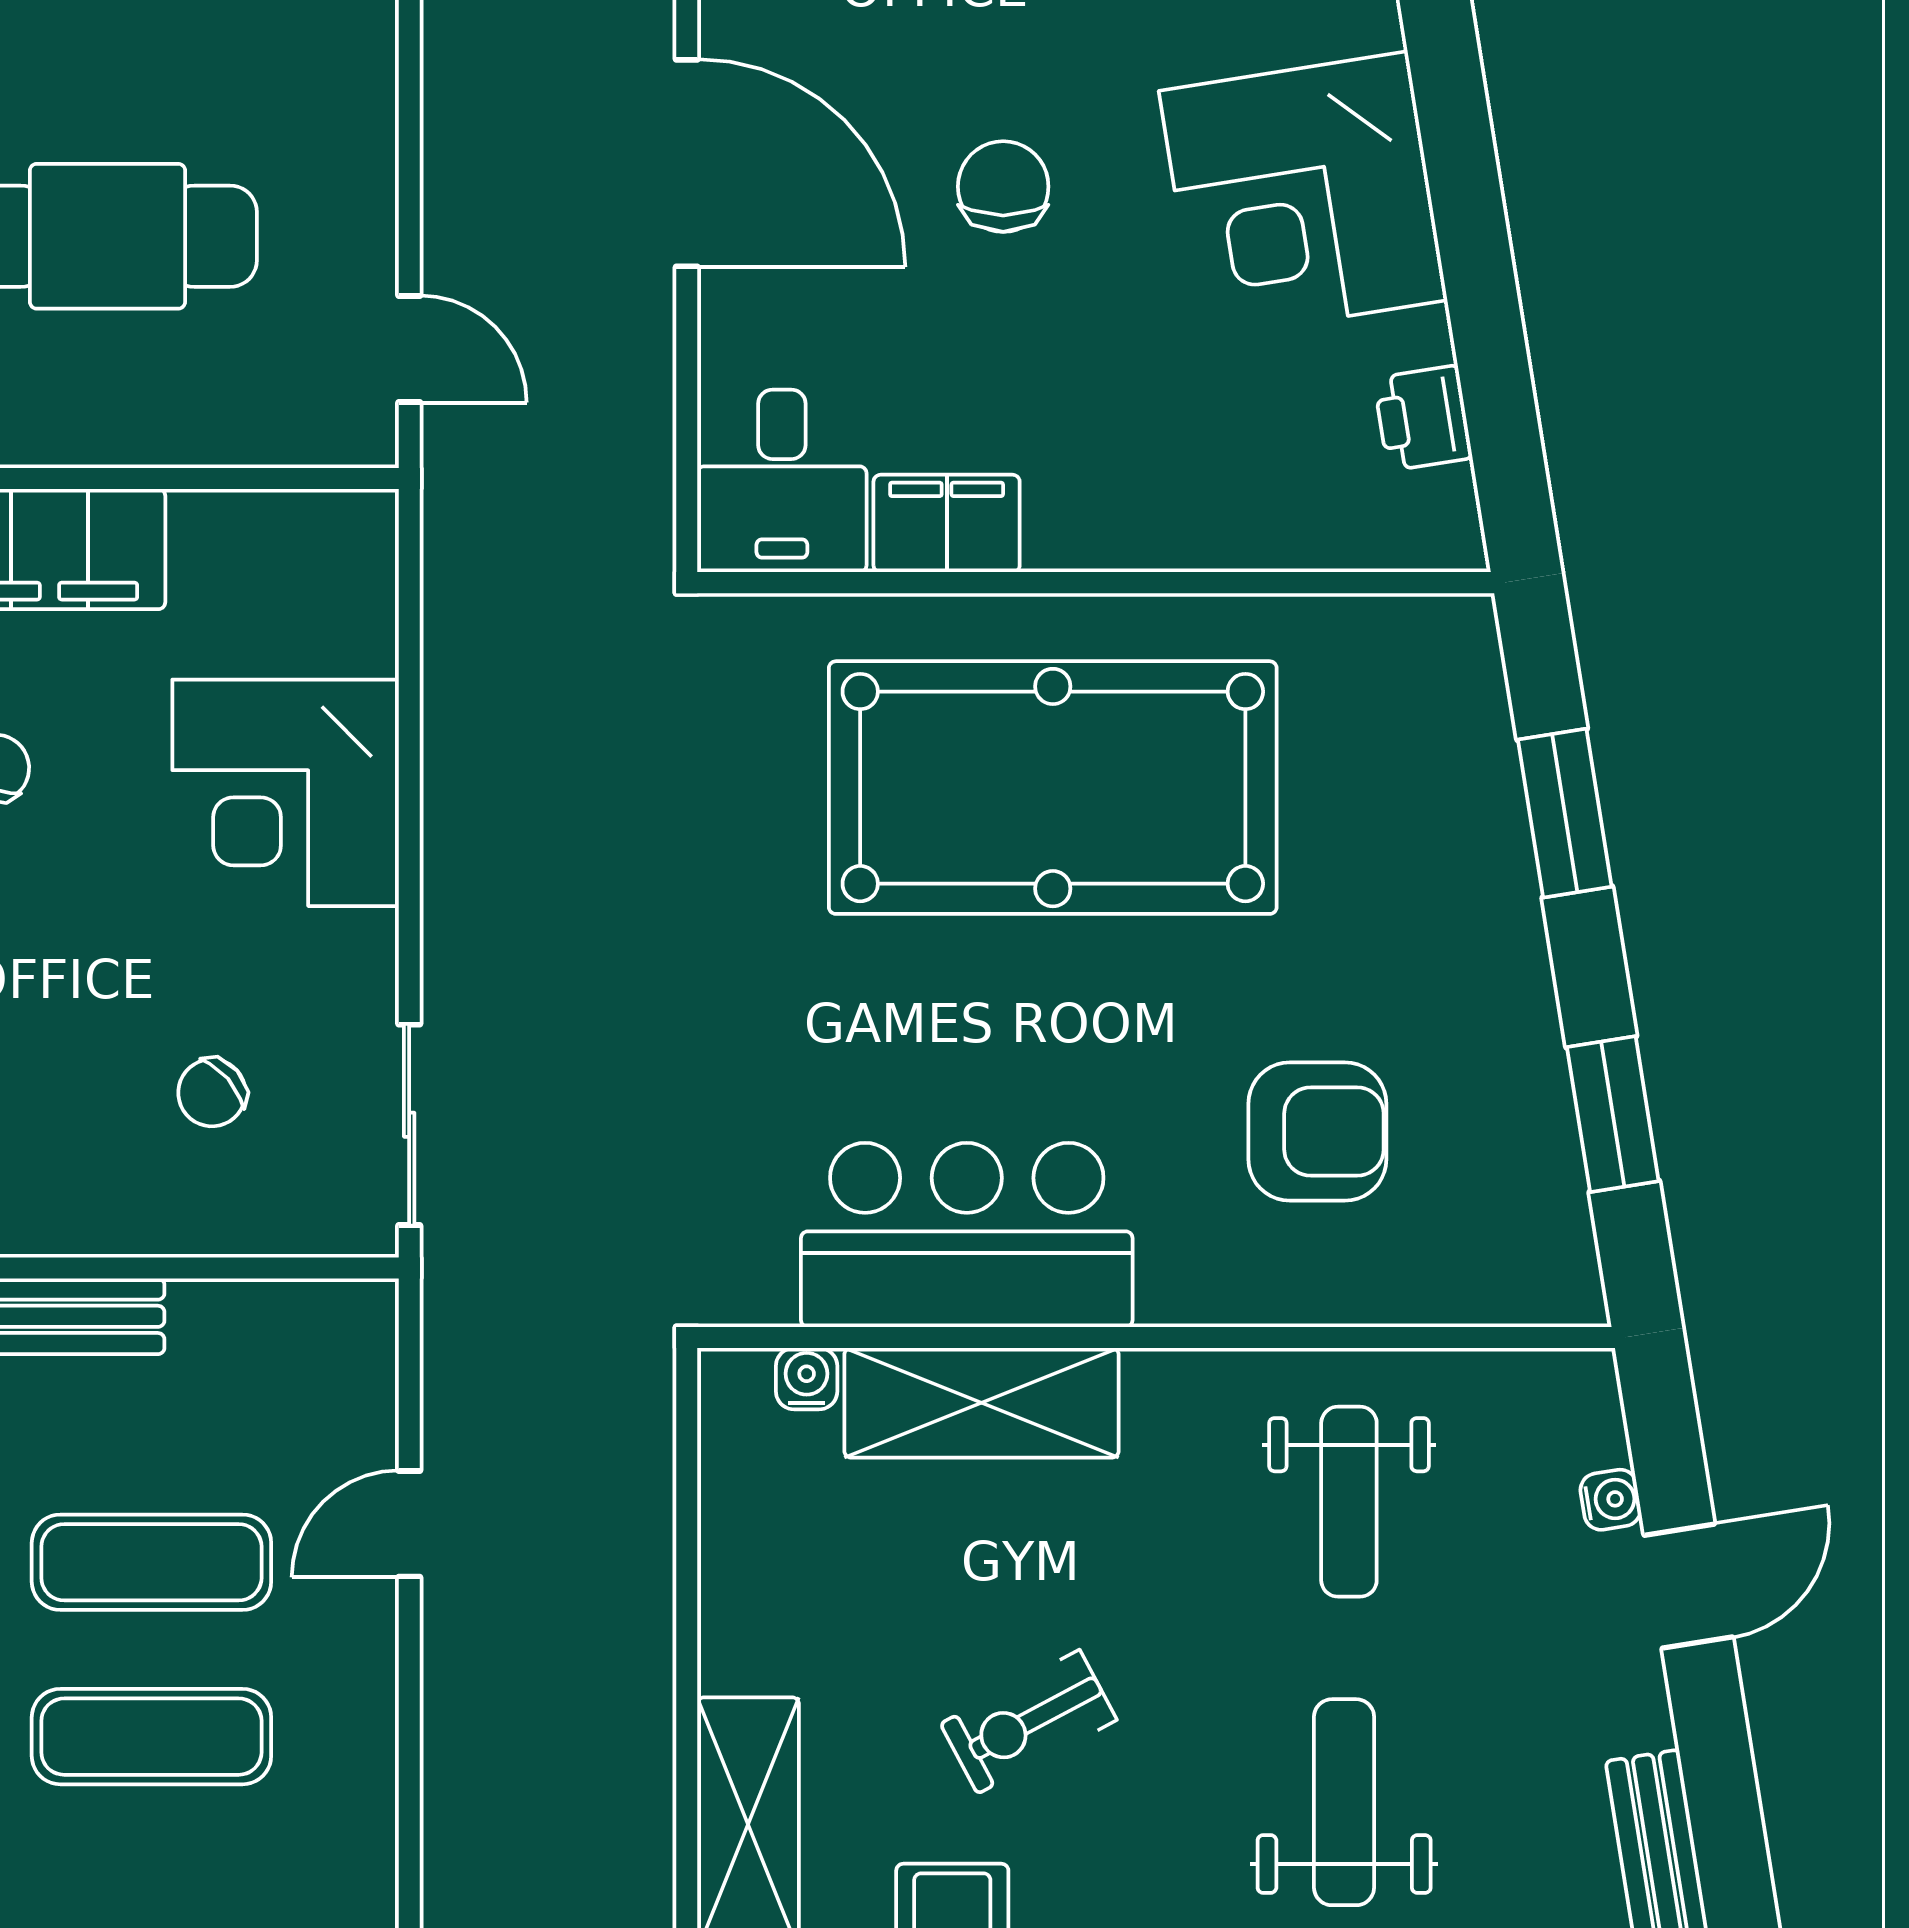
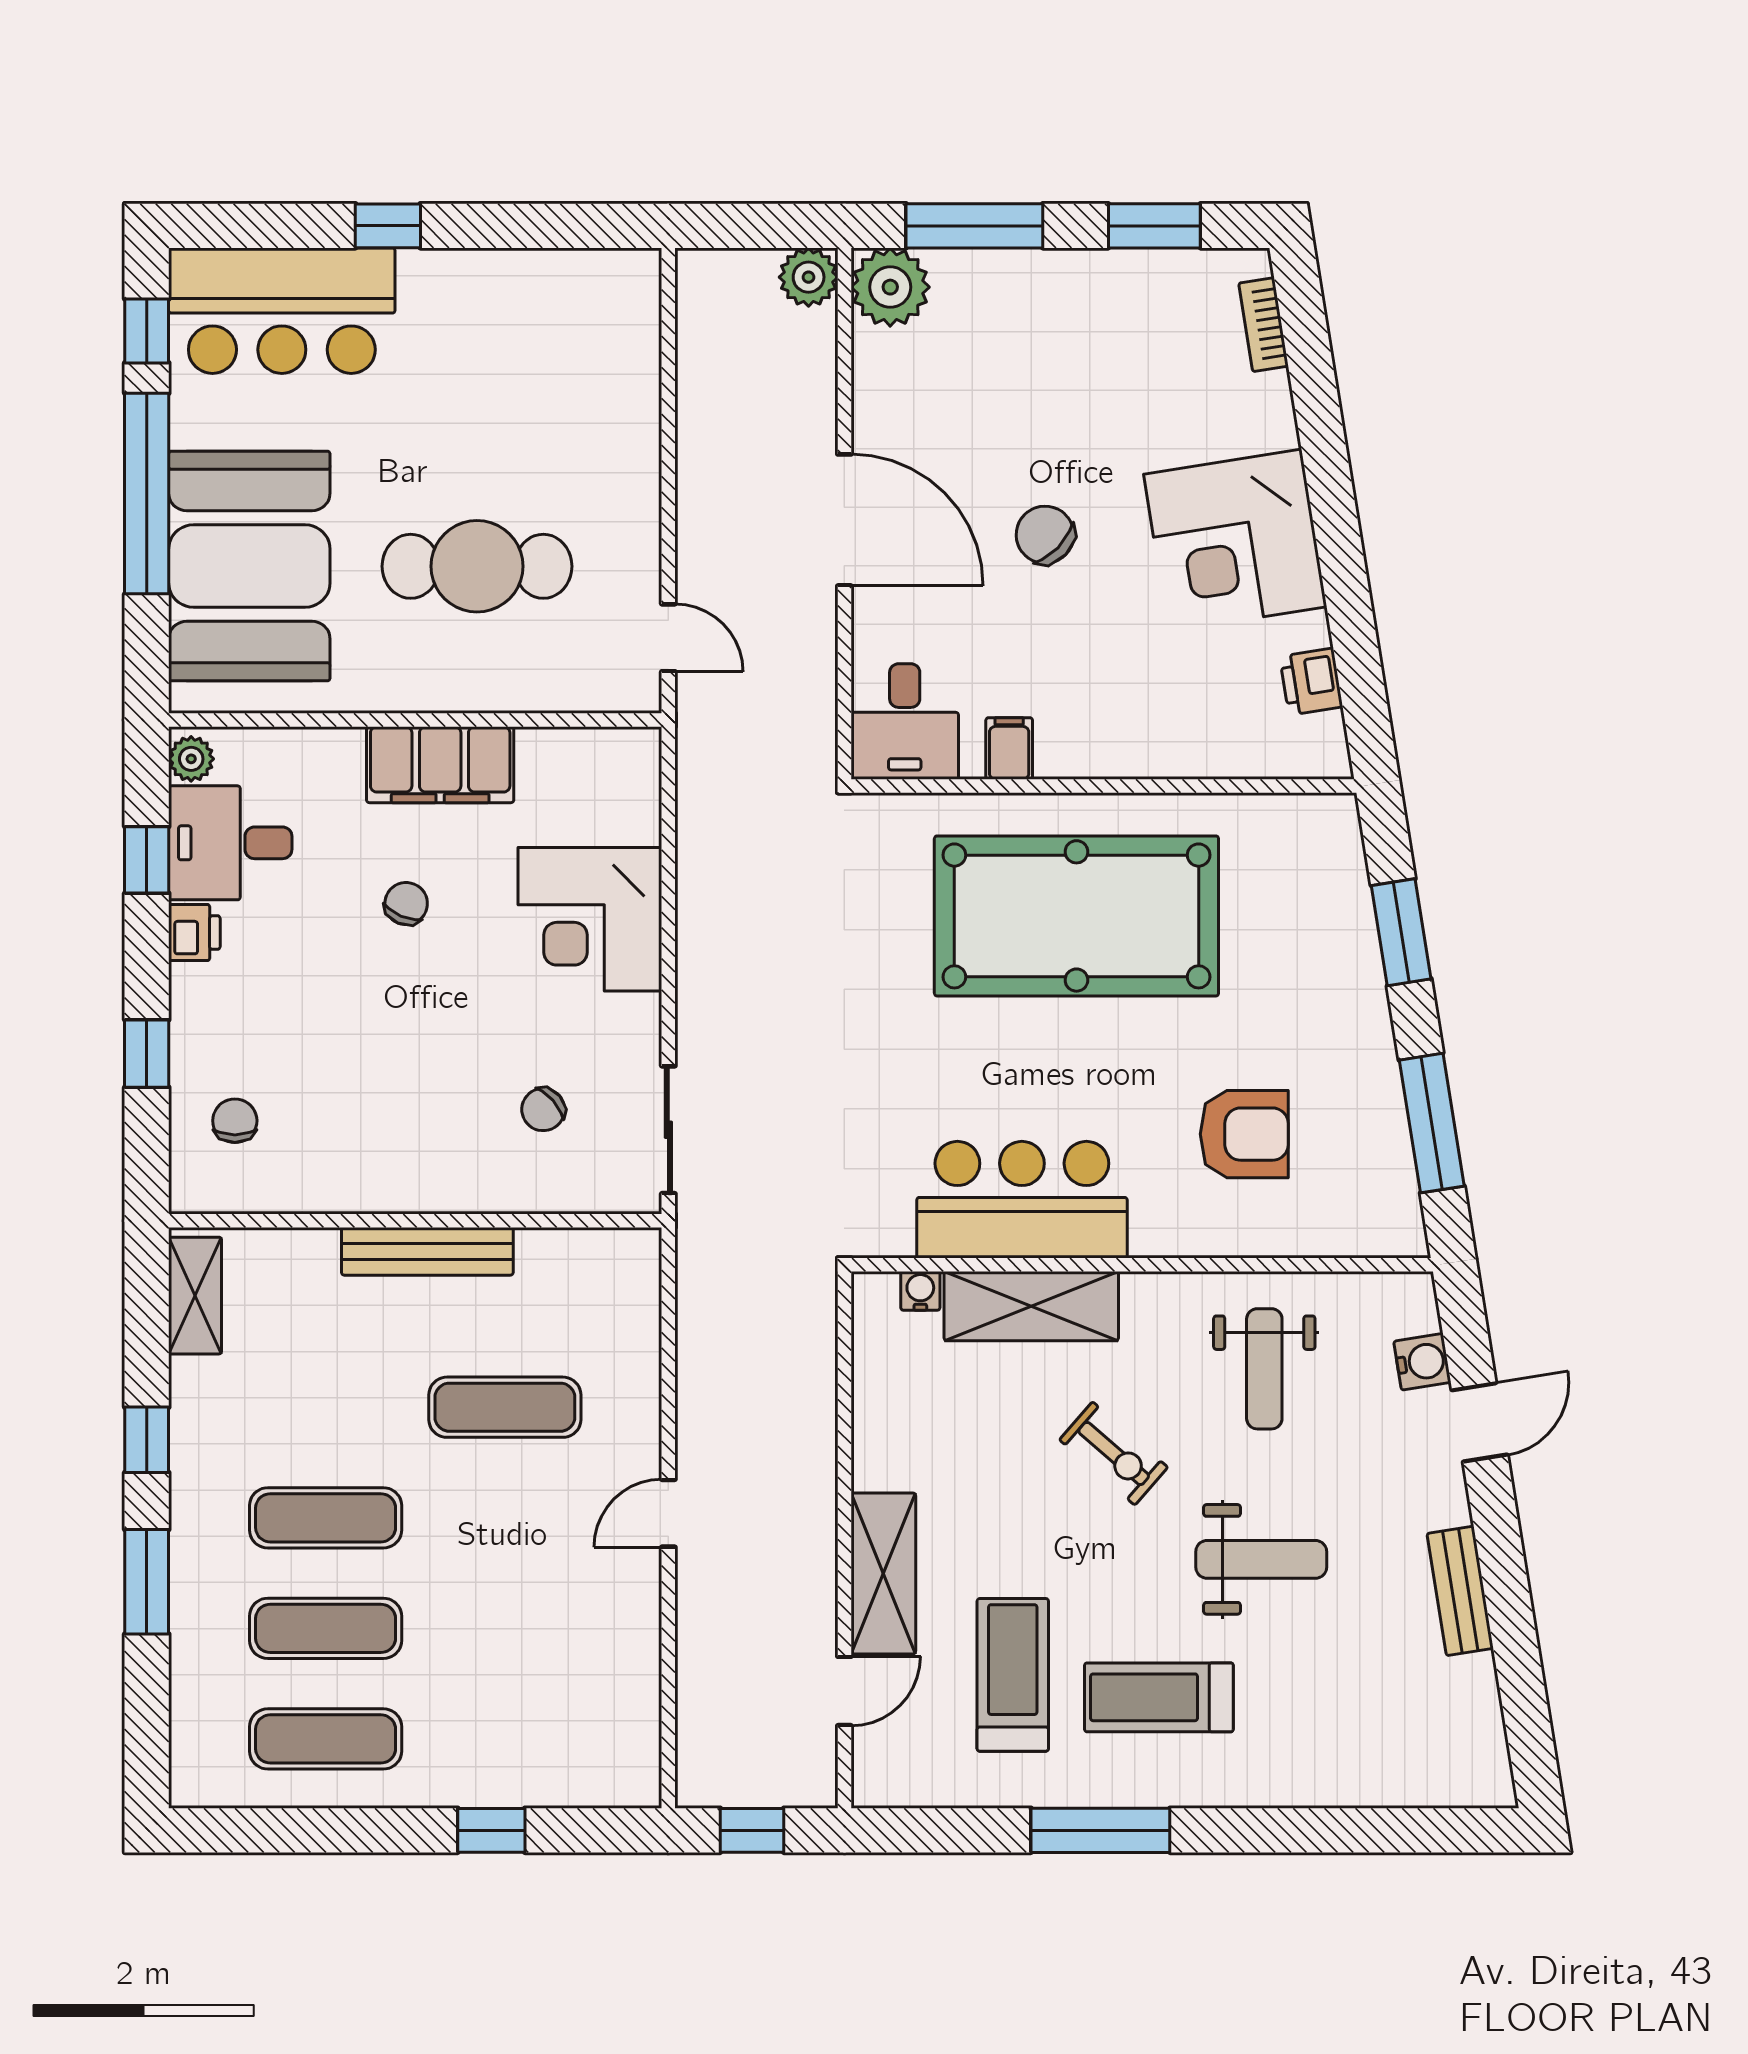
chair: (1003, 187) -> (1045, 535), turned -46
filing cabinet: (947, 523) -> (1009, 748), width x0.50
window: (1613, 1114) -> (1432, 1123), width x1.44
water cooler: (1611, 1500) -> (1422, 1362), width x1.38, depth x1.38
door: (409, 1524) -> (668, 1513), moved
exercise bike: (1029, 1722) -> (1114, 1453), moved, turned -111
exercise mat: (151, 1737) -> (505, 1518), removed
weight bench: (1344, 1802) -> (1261, 1559), turned 90

